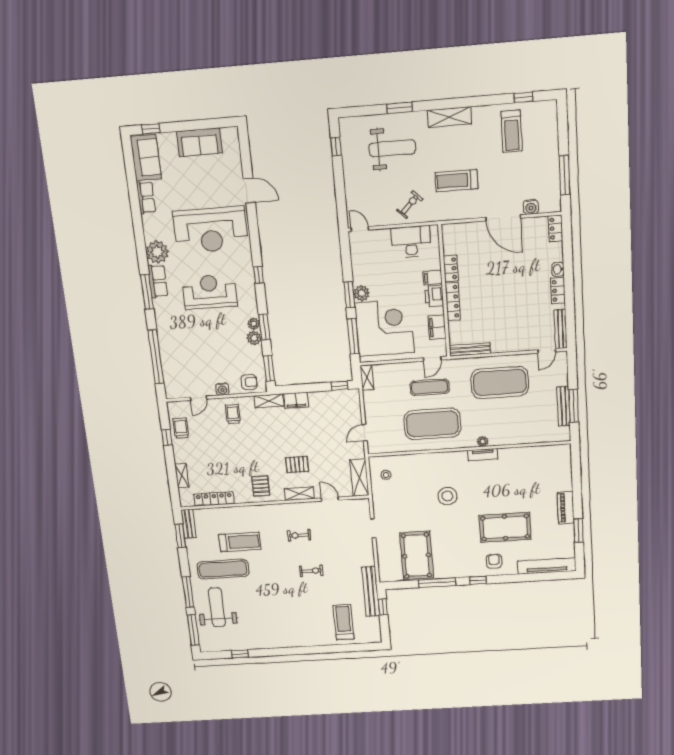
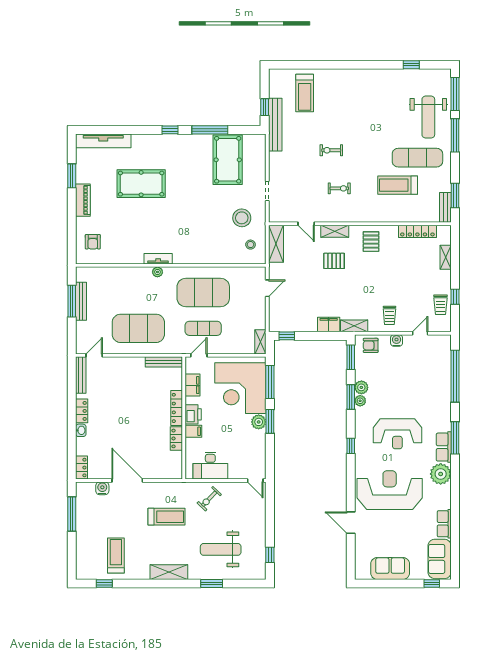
stool: (447, 496) -> (242, 218), moved
armchair: (494, 561) -> (93, 242), moved

